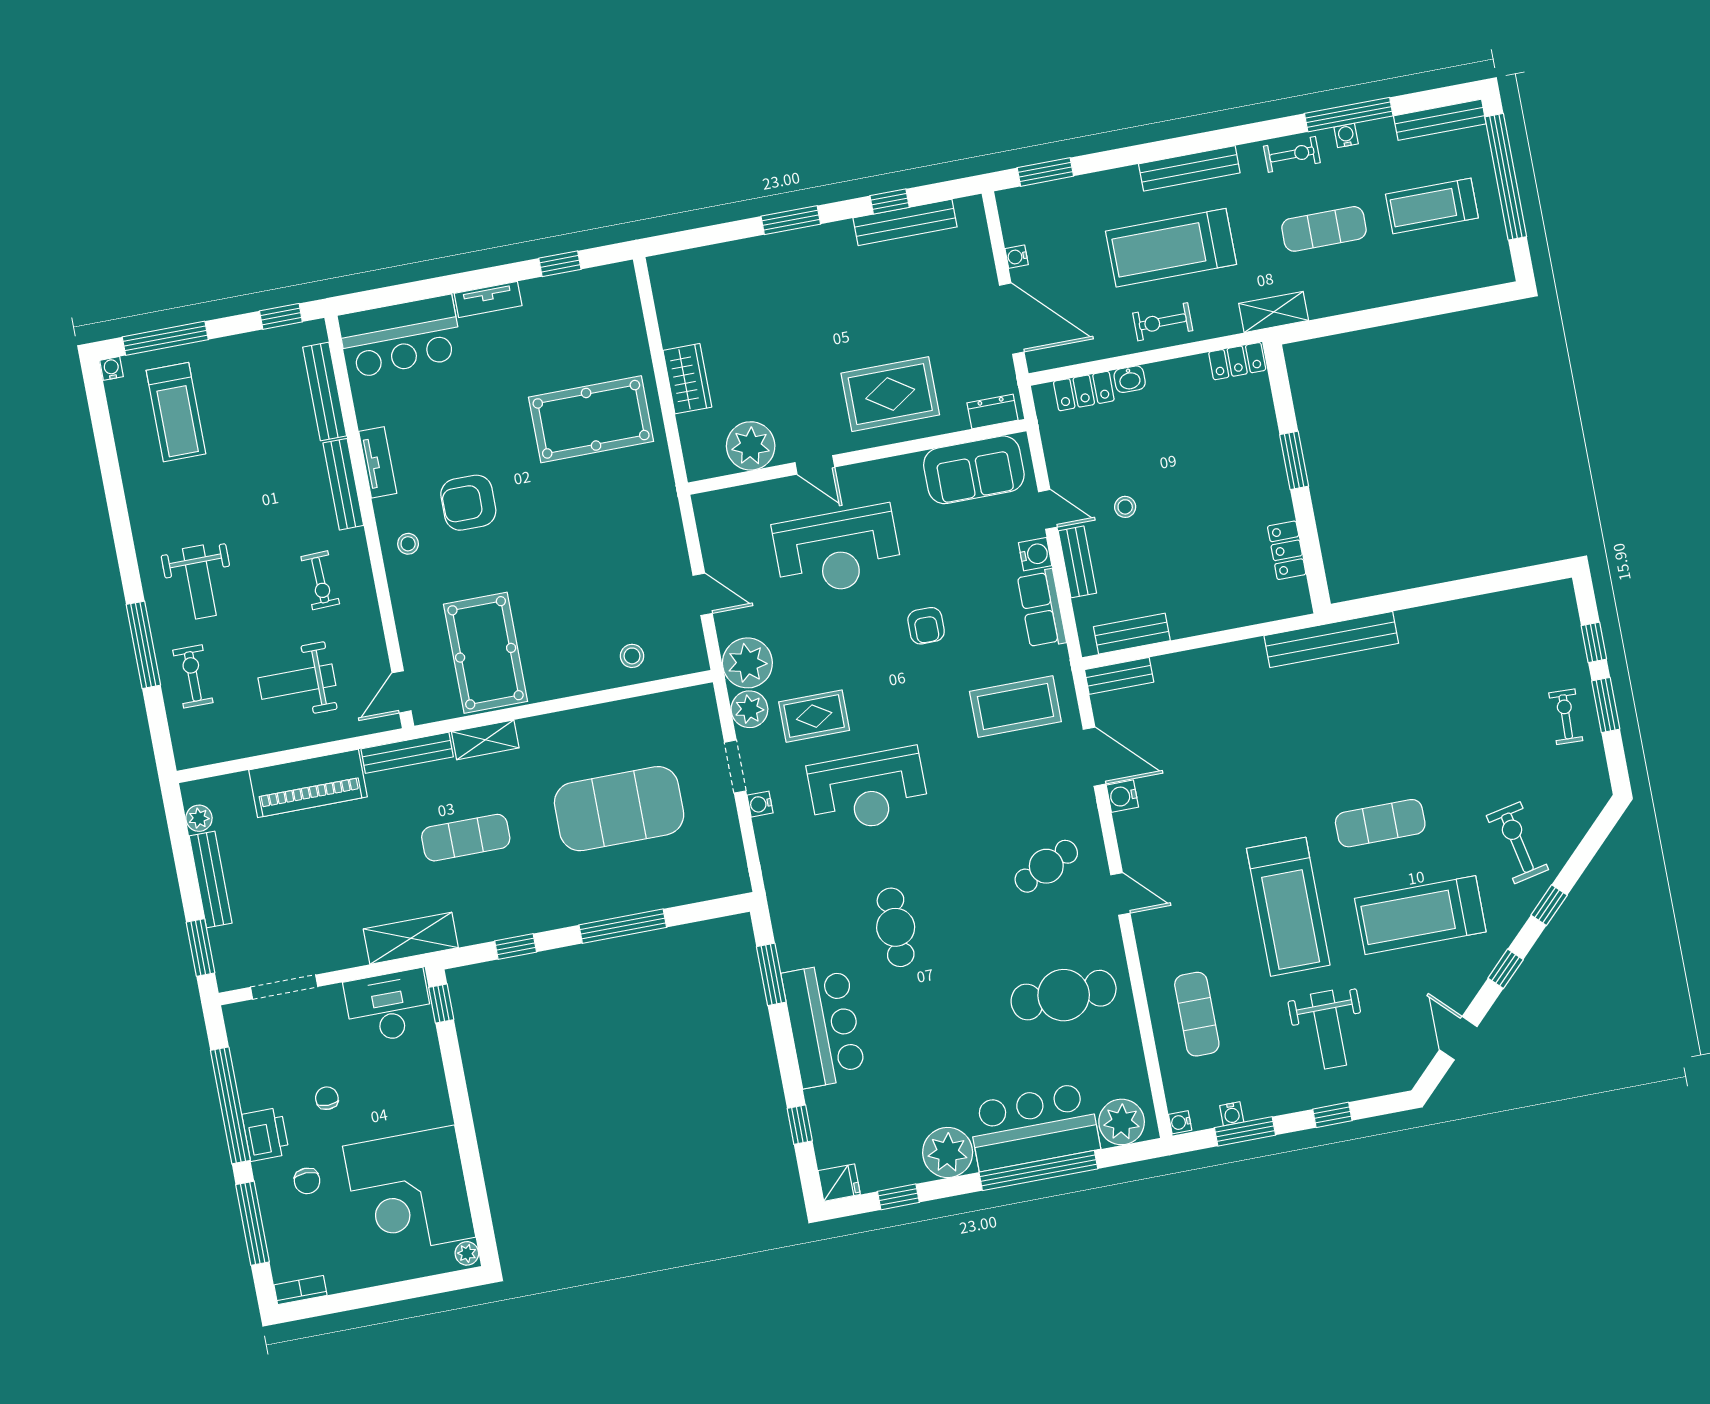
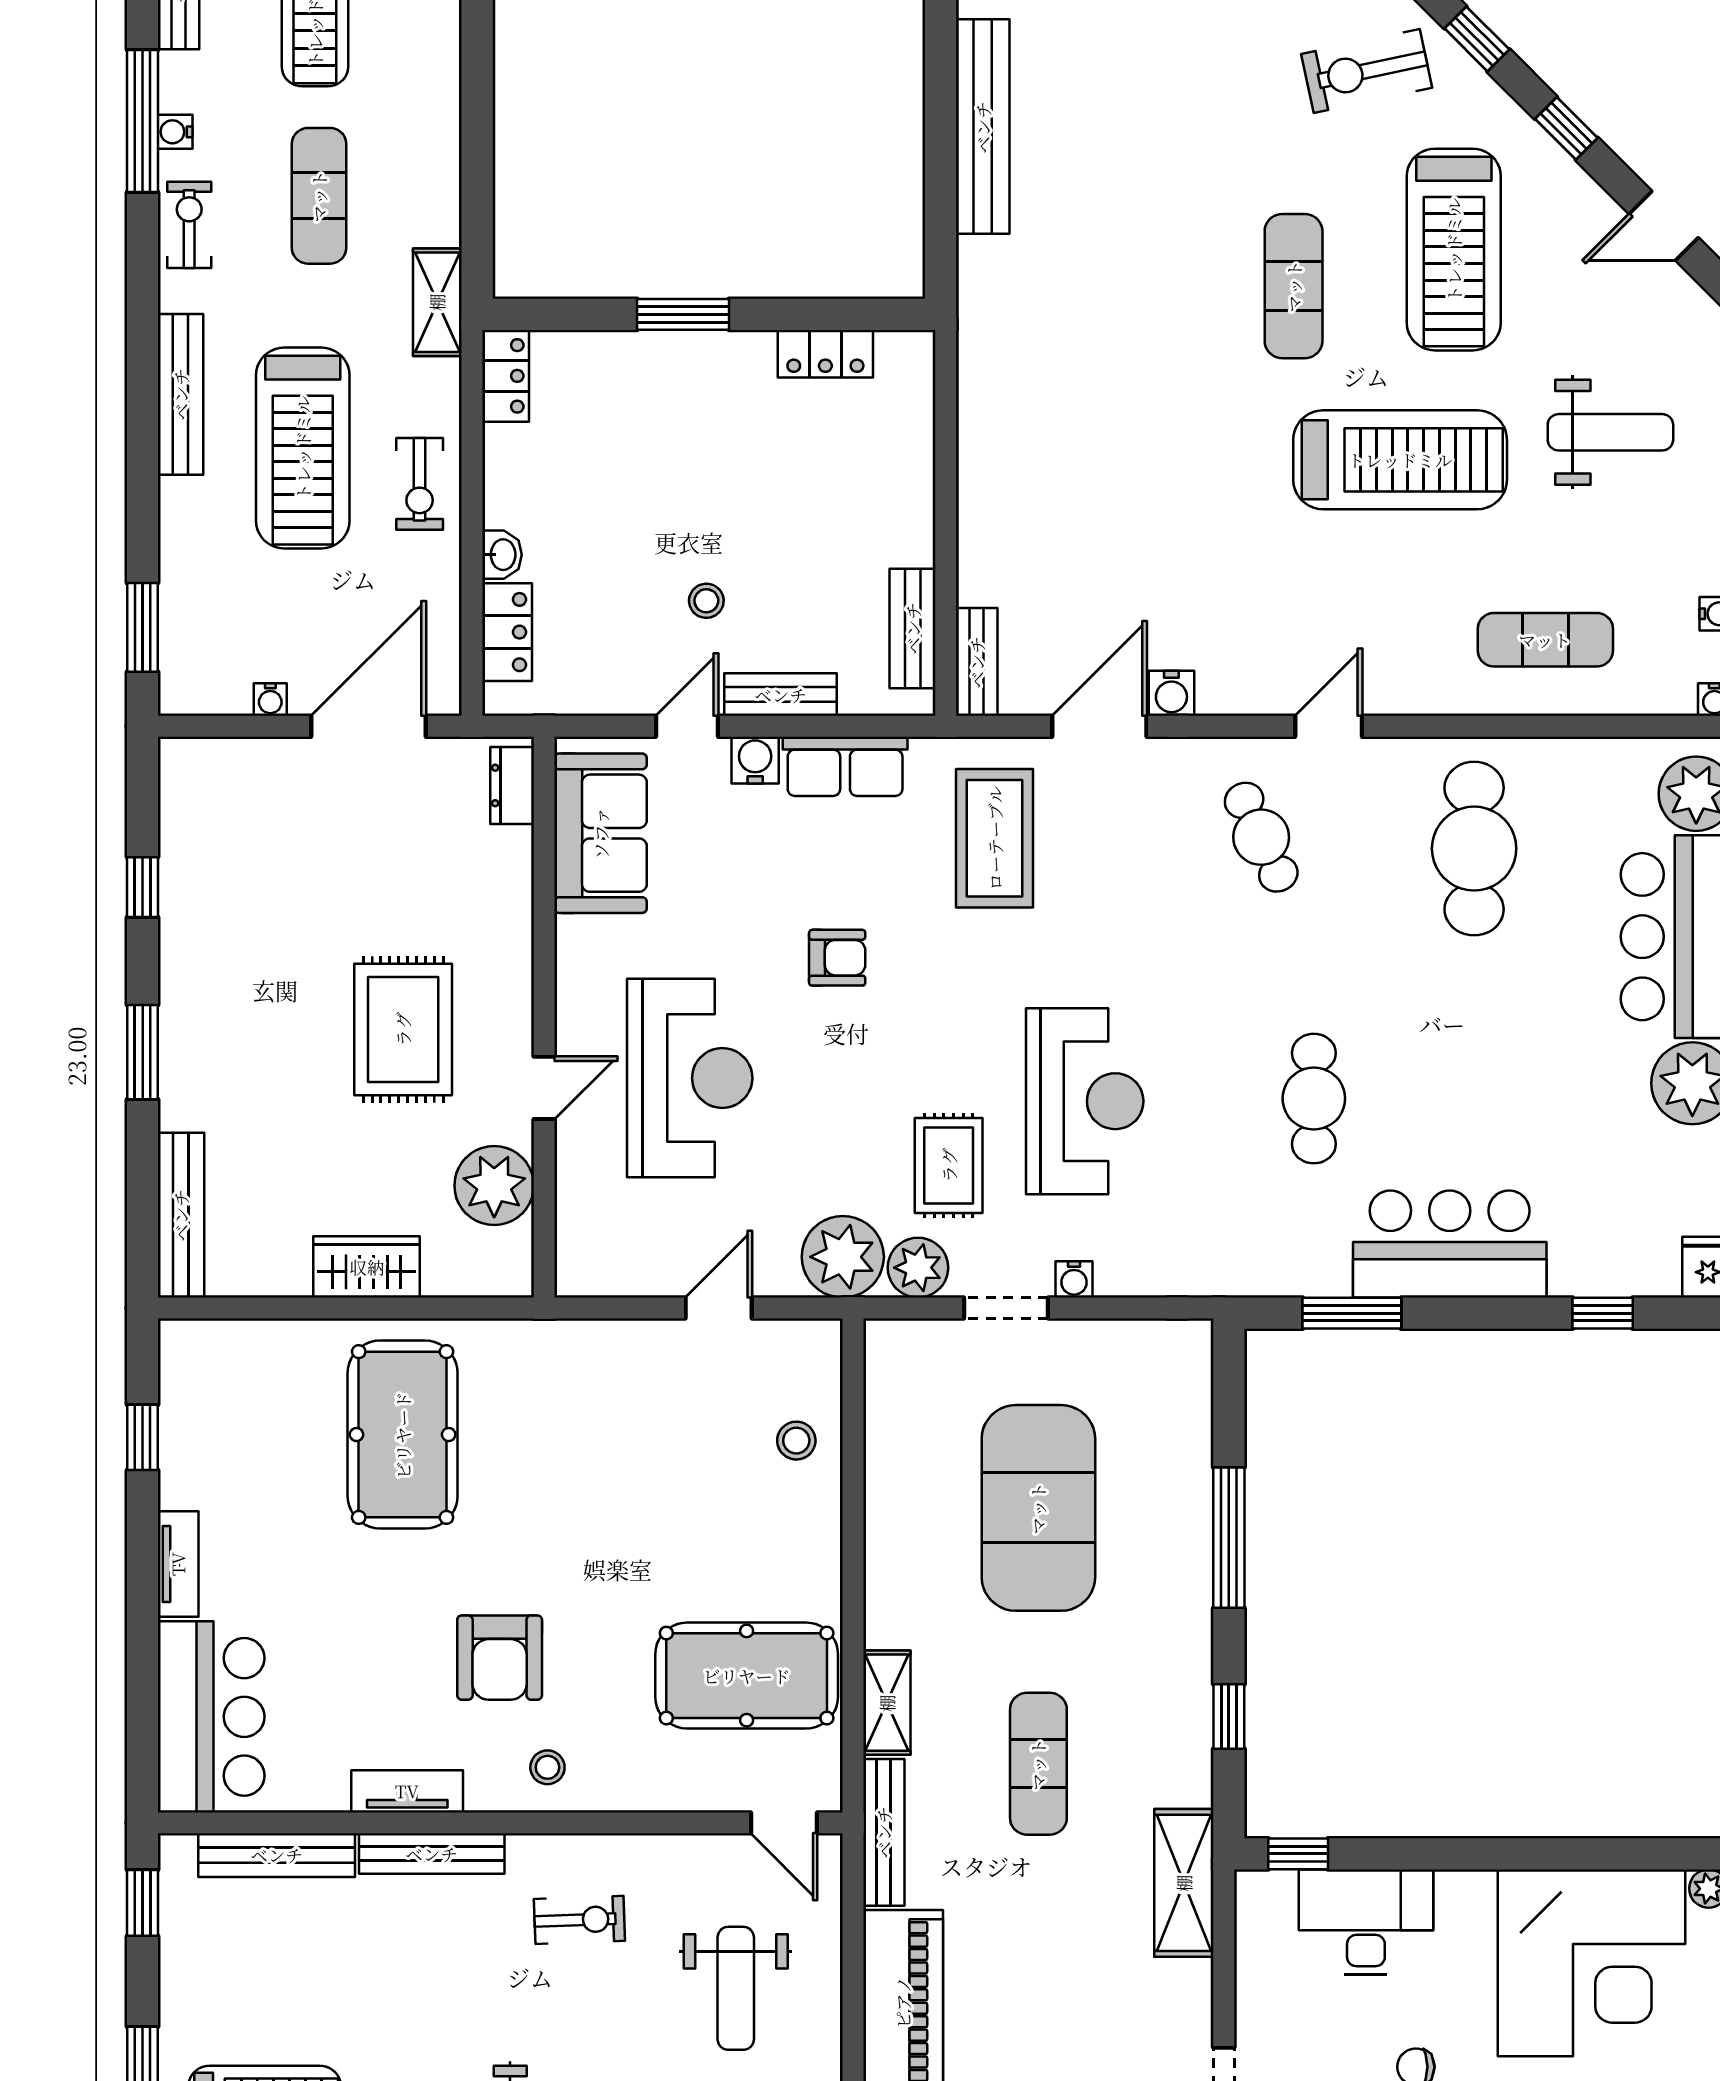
bench: (905, 222) -> (181, 1215), moved
rug: (890, 394) -> (403, 1029), moved
bench: (1331, 639) -> (983, 127), moved
cafe table: (896, 927) -> (1314, 1099), turned 90
desk: (389, 1006) -> (1366, 1922), moved, turned 90

